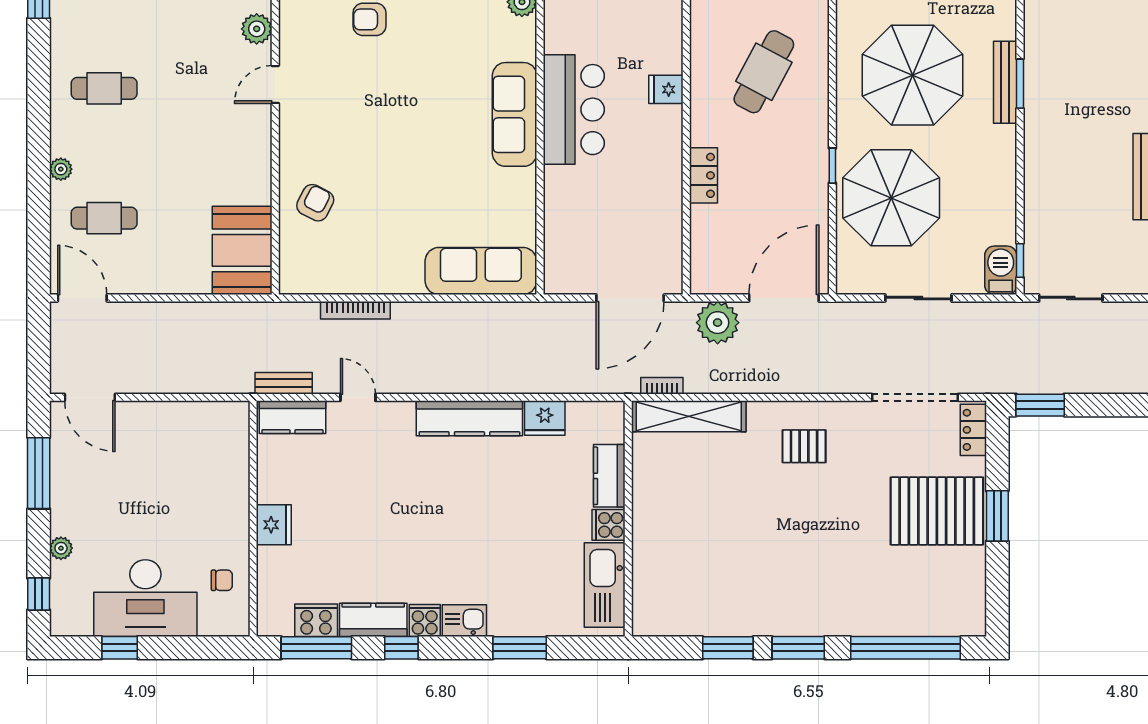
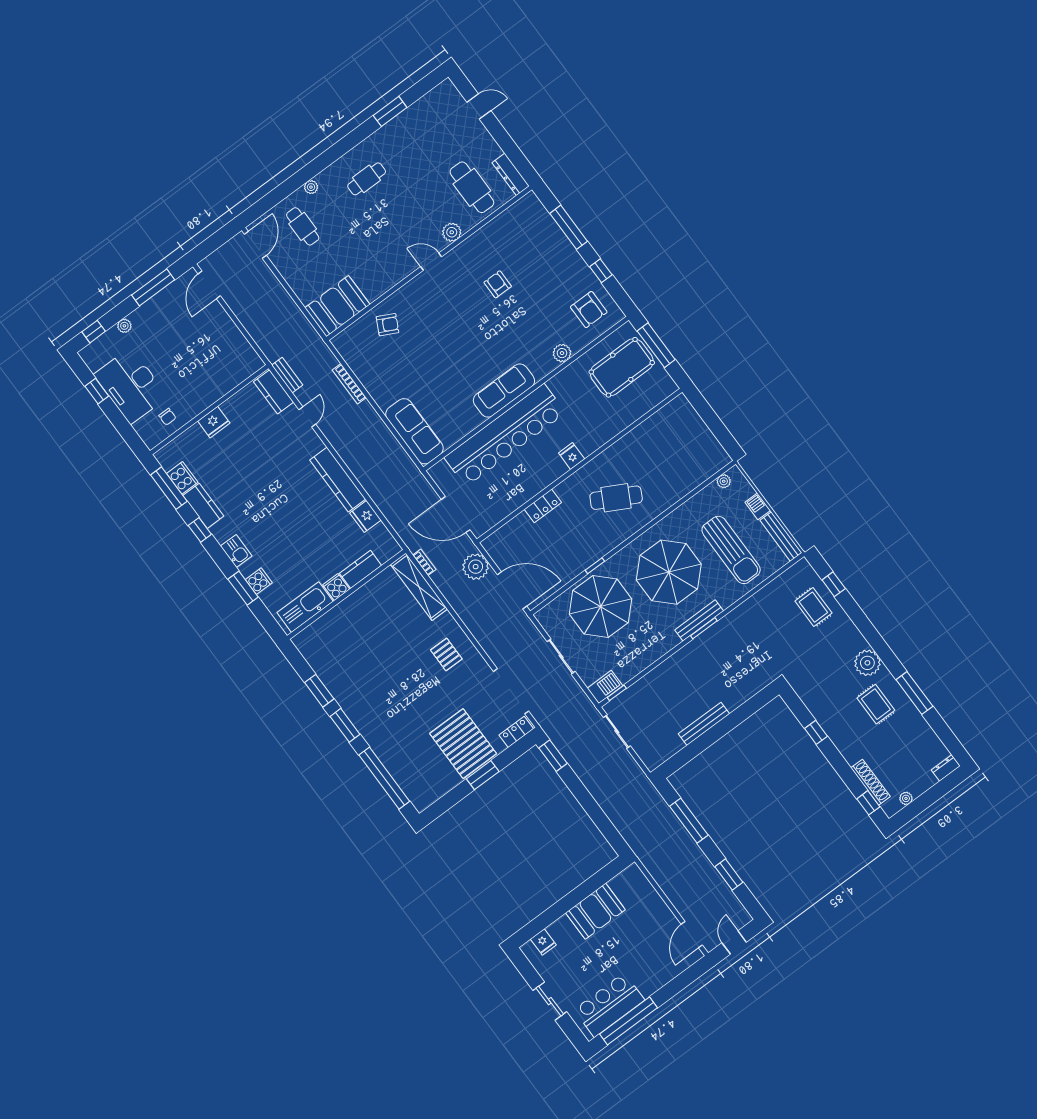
cafe table: (104, 88) -> (367, 179), turned 90
bar counter: (574, 110) -> (505, 435), width x1.86
cooker: (425, 621) -> (259, 581), moved

